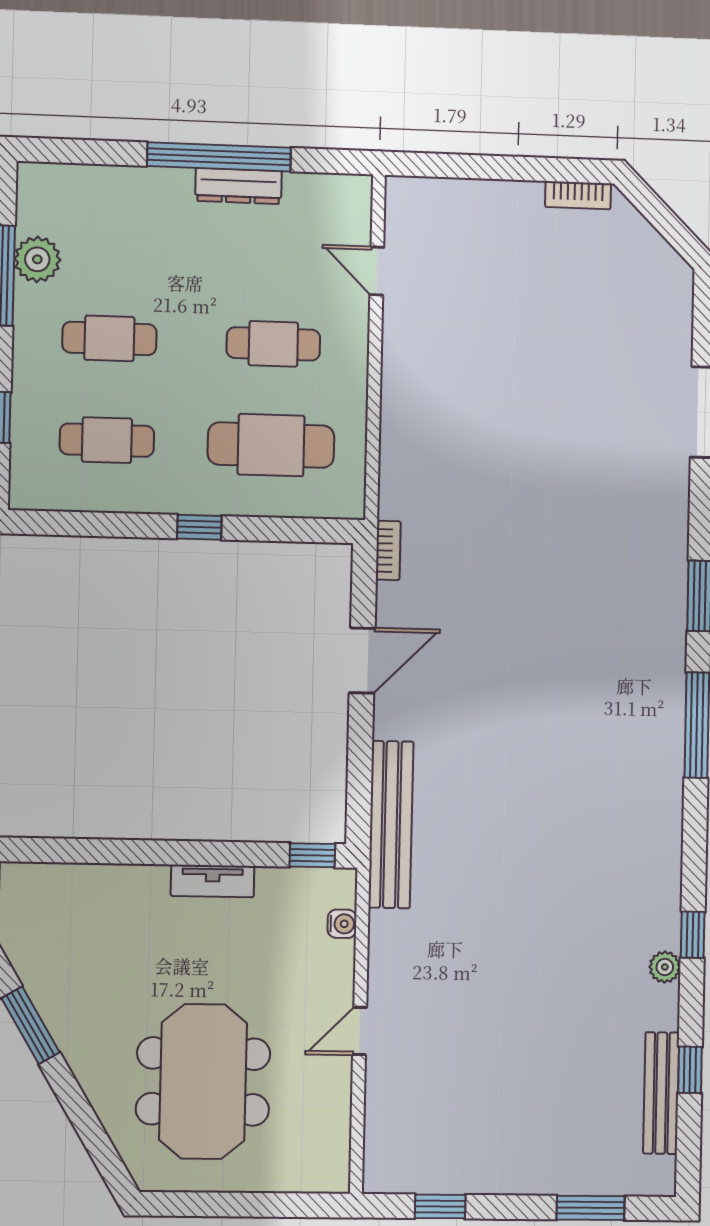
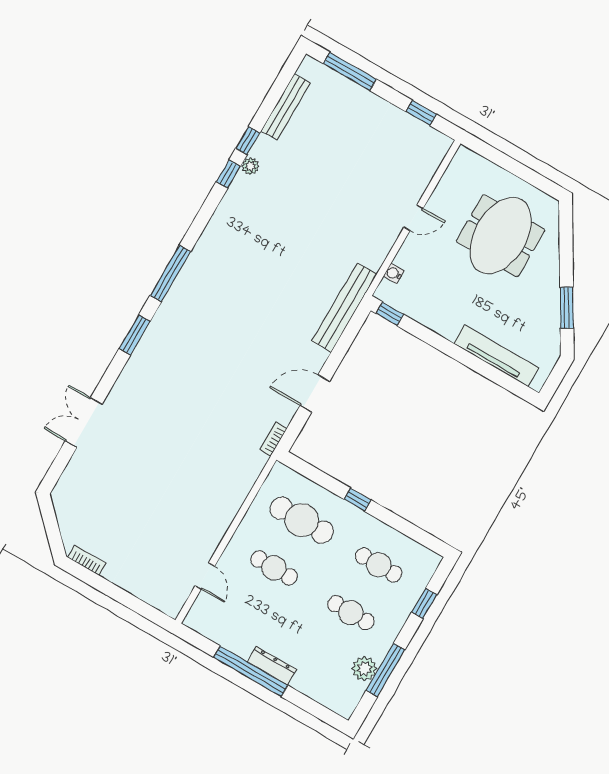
dresser: (238, 186) -> (272, 666), moved
tv unit: (213, 881) -> (496, 356), moved, width x1.92, depth x1.29
window: (690, 1070) -> (248, 141), moved
window: (591, 1208) -> (350, 71), width x1.44

